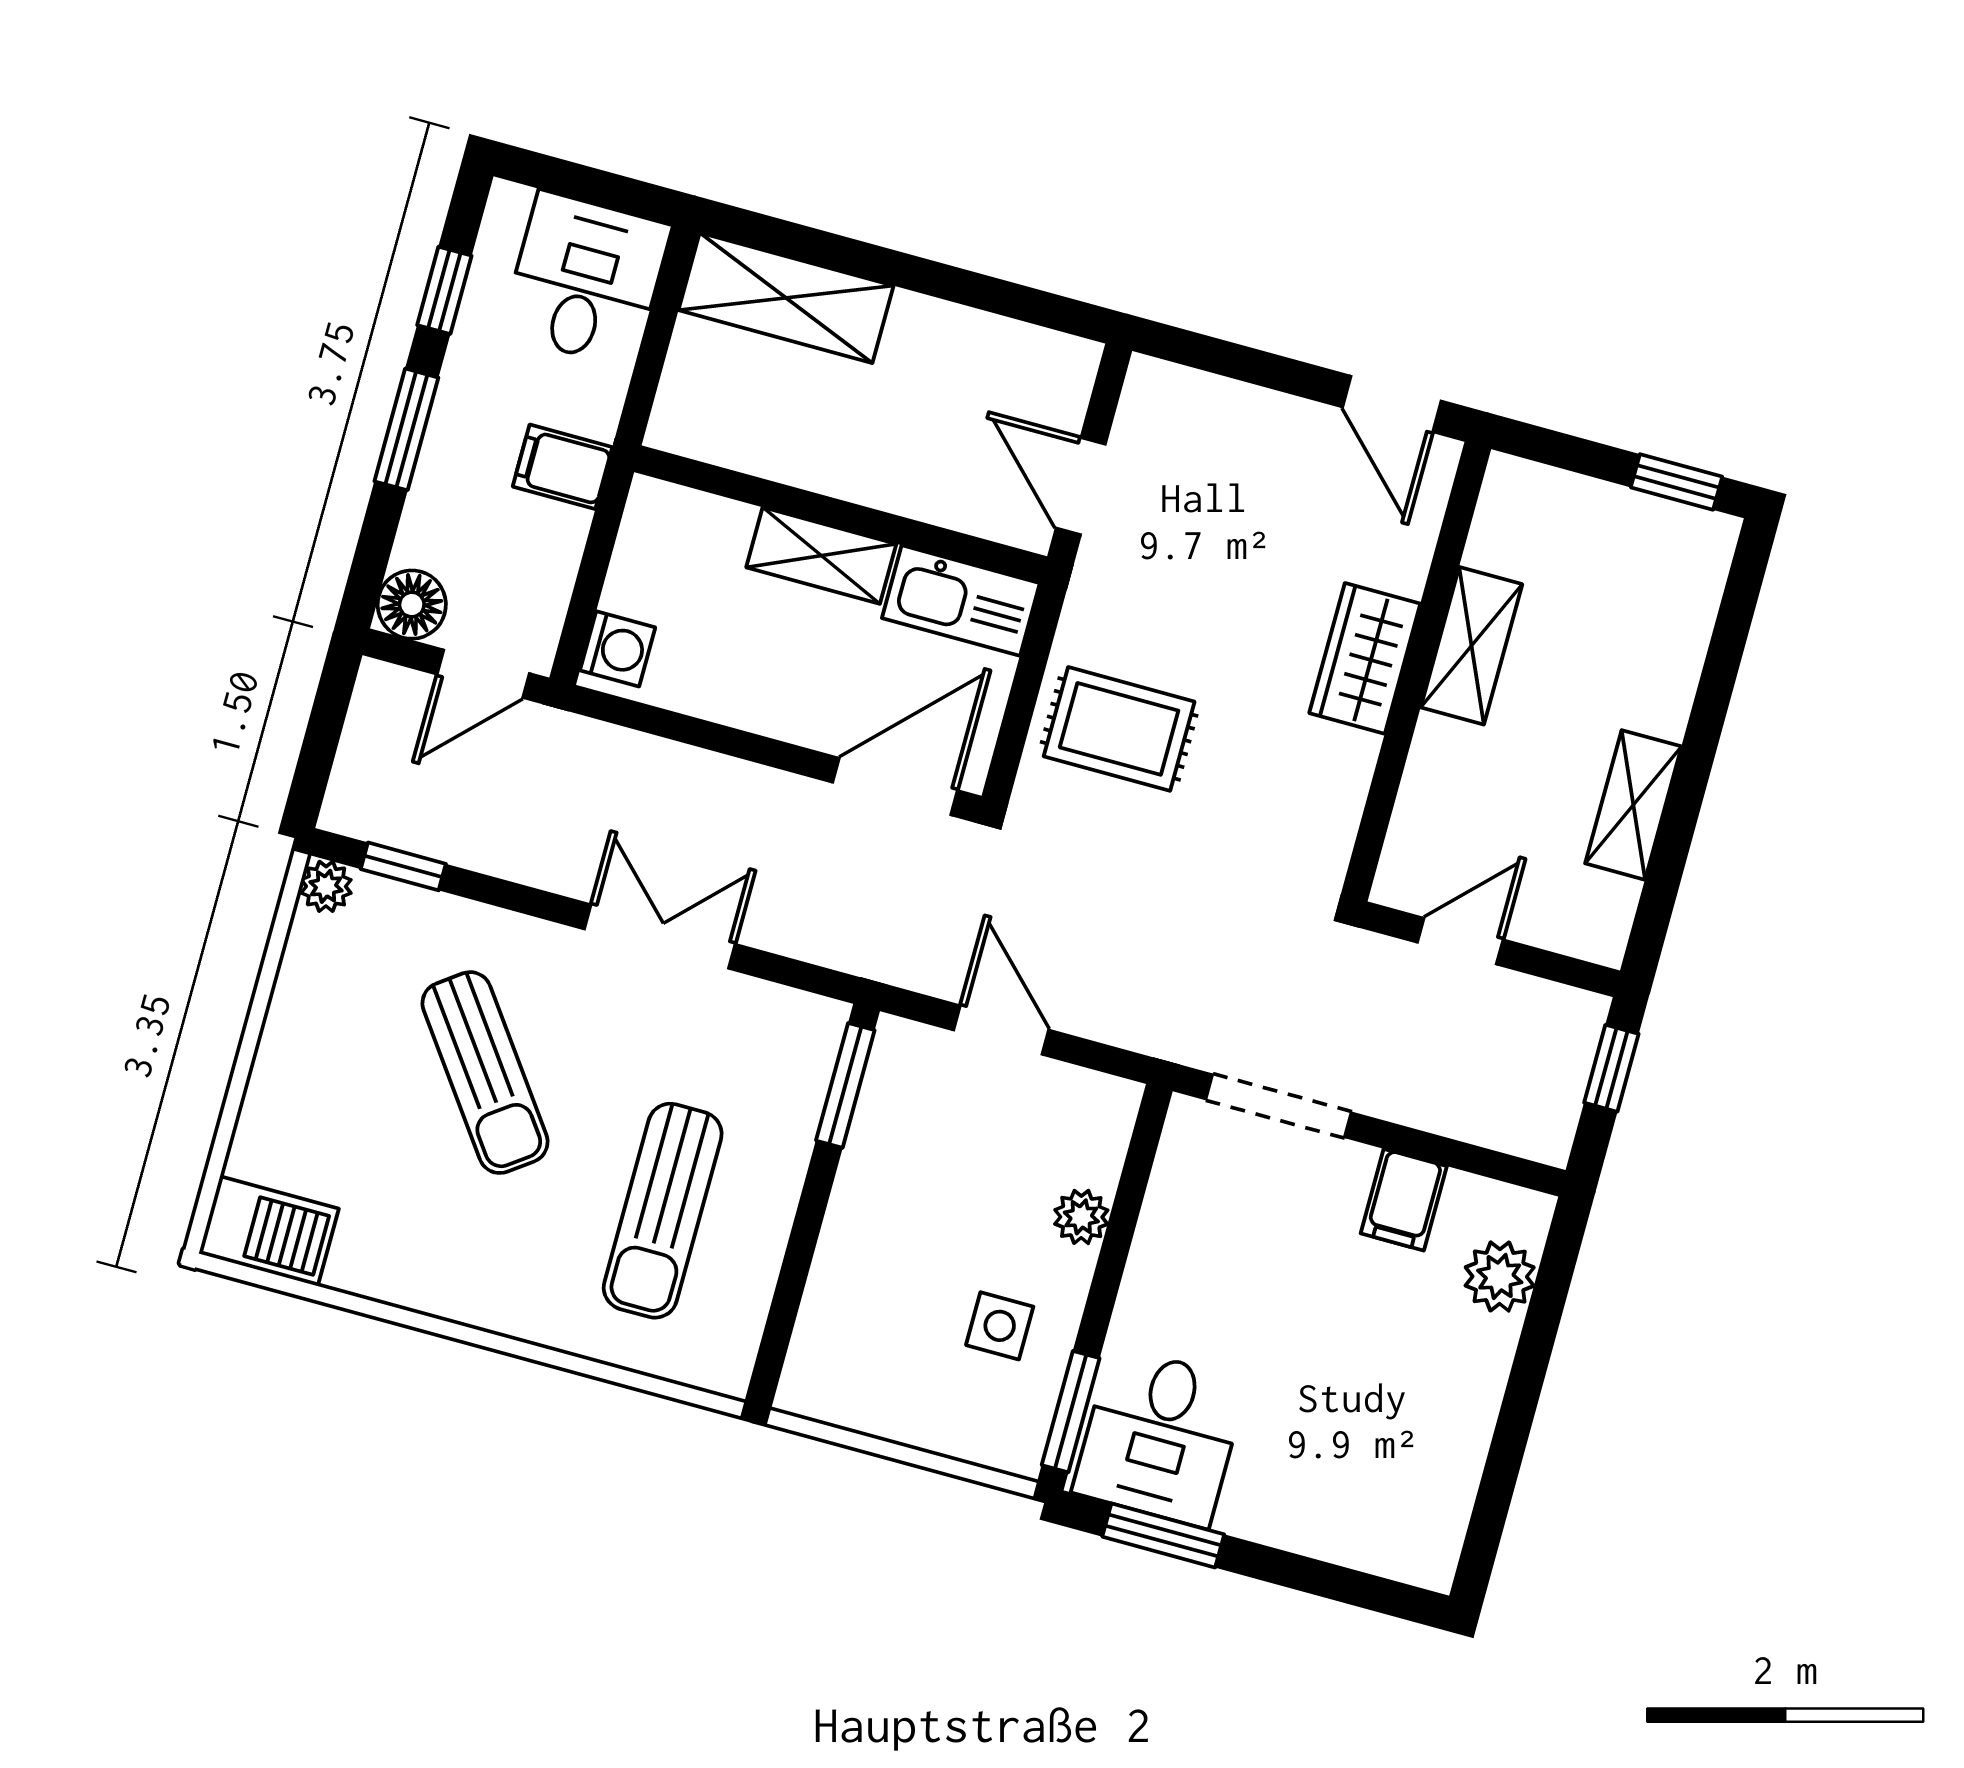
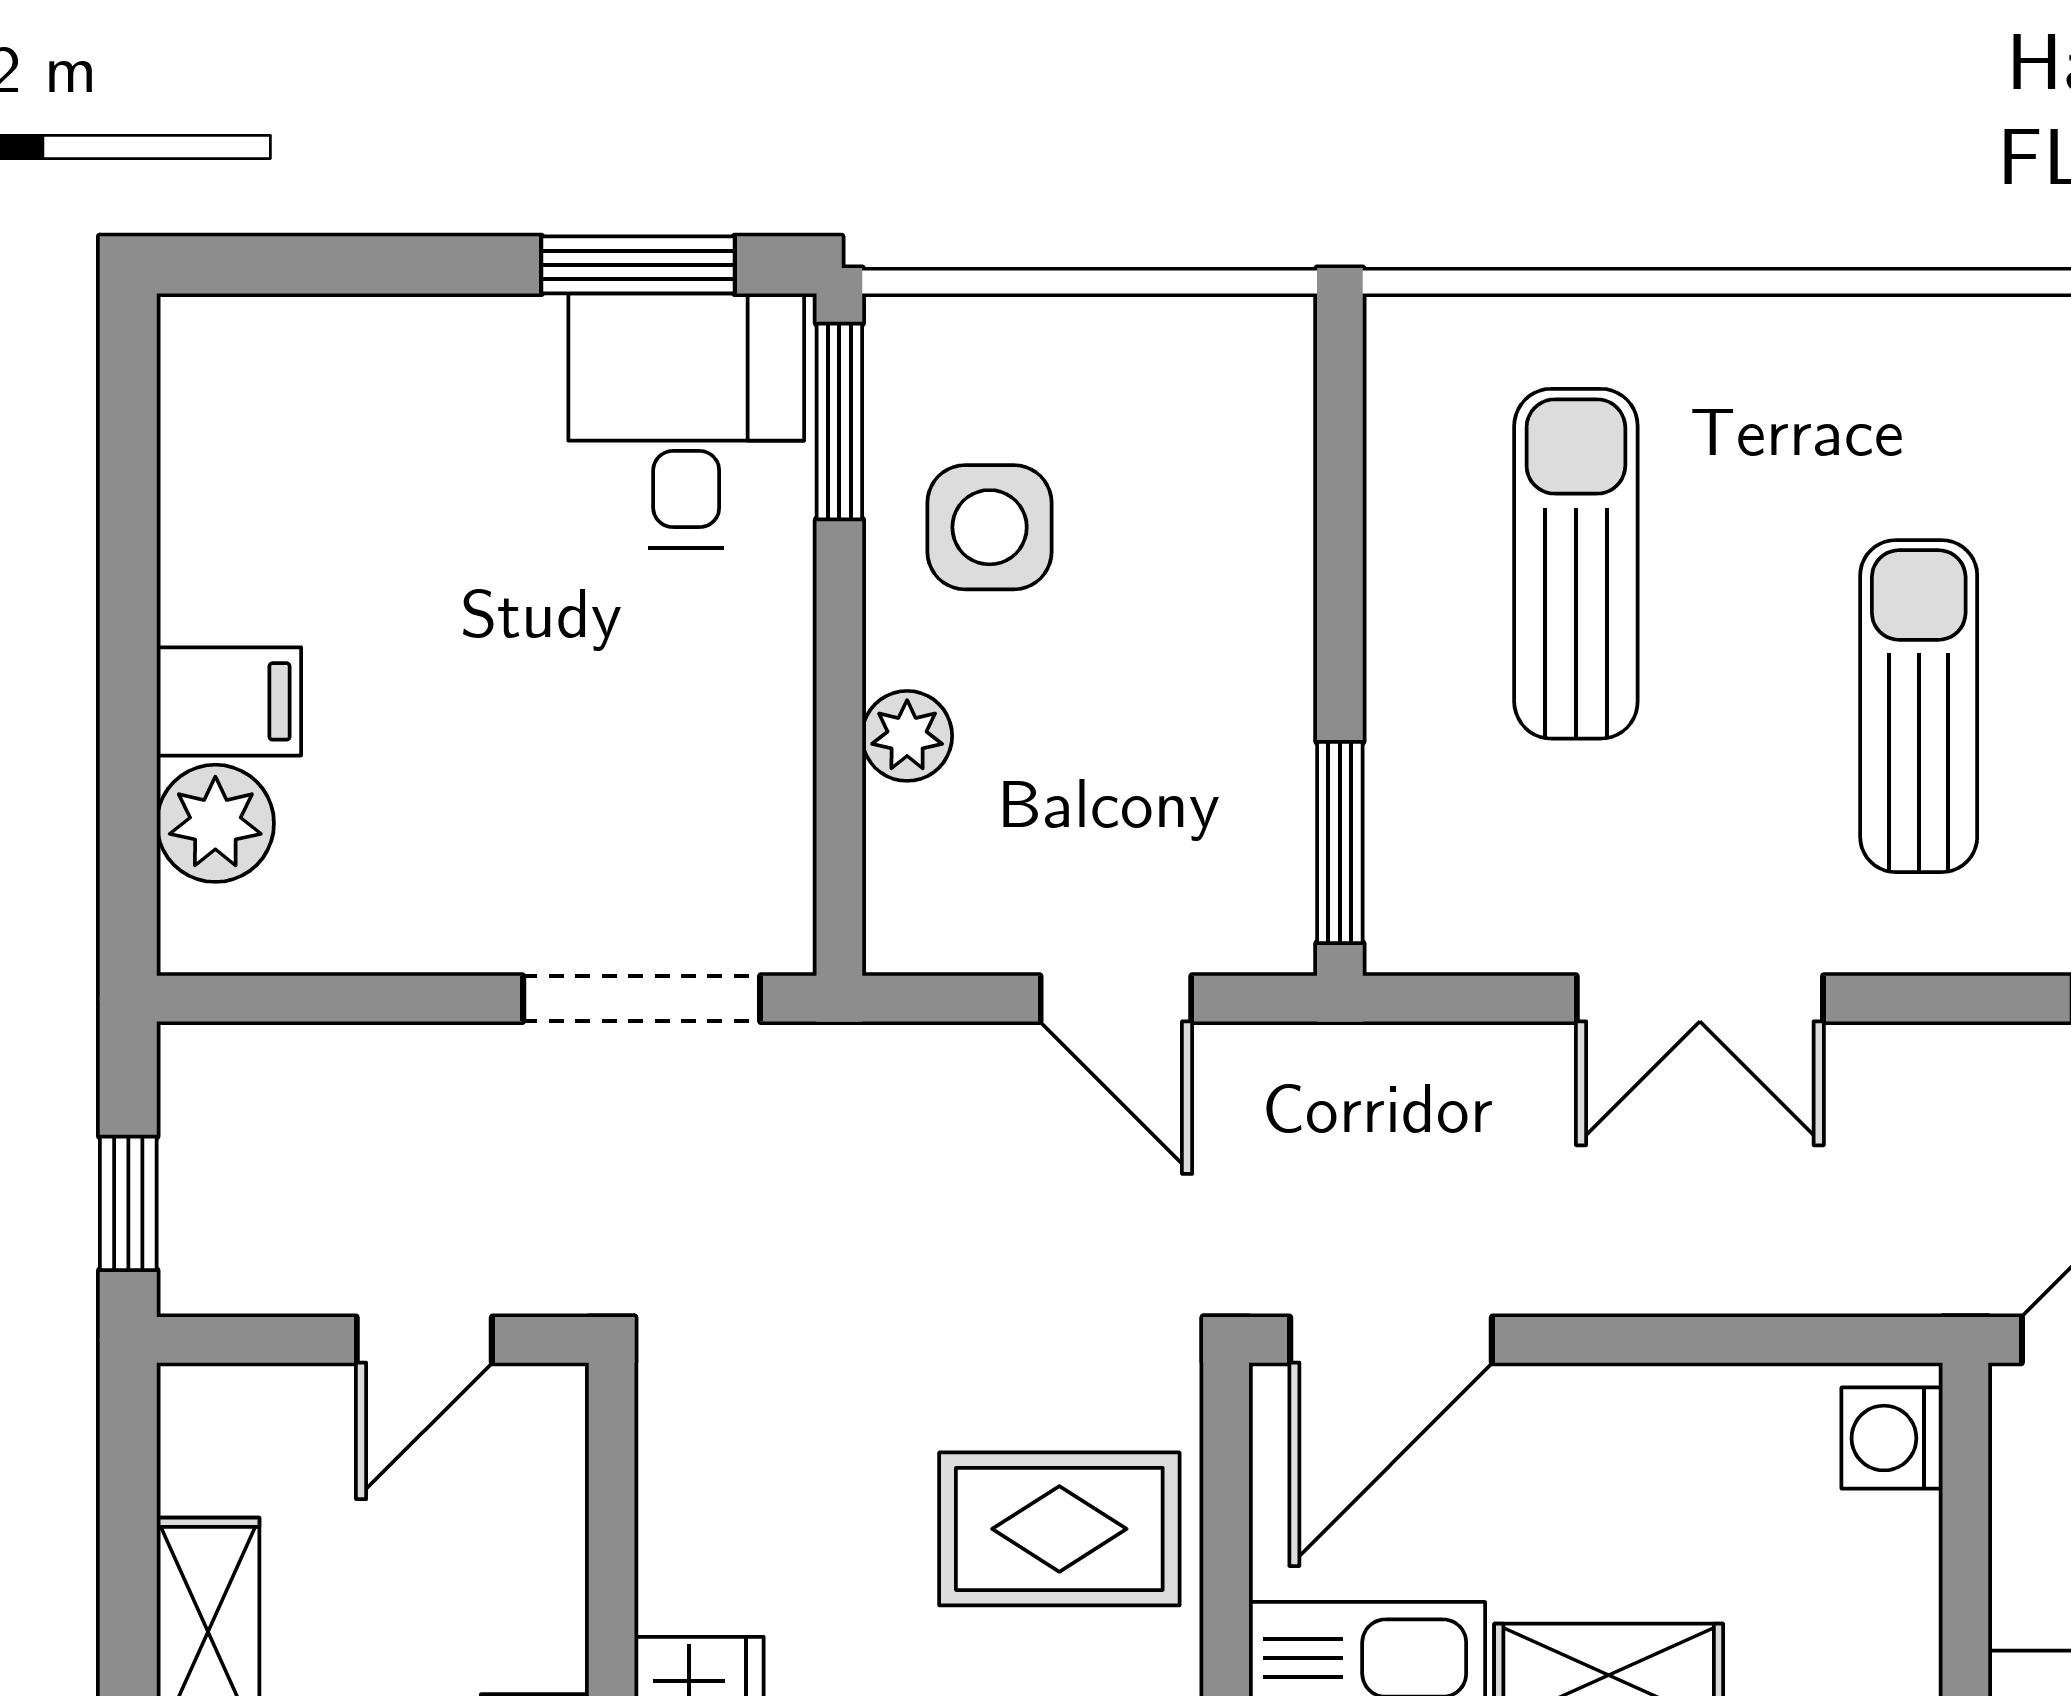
sun lounger: (485, 1073) -> (1919, 706), turned 36
filing cabinet: (1404, 1200) -> (229, 701), moved, turned 90
side table: (1000, 1326) -> (990, 527), width x1.37, depth x1.37

